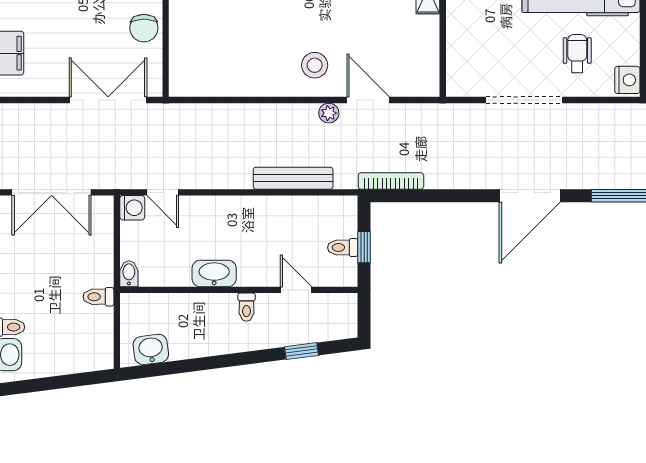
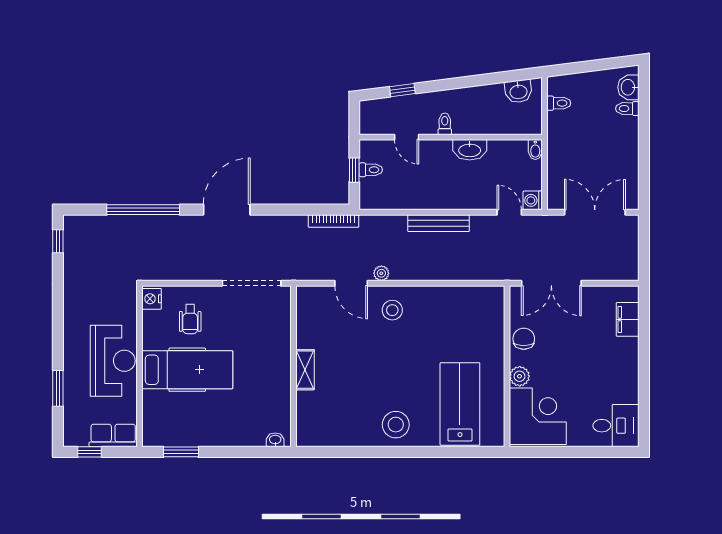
doorway: (524, 100) -> (252, 283), moved
bench: (293, 178) -> (439, 223), moved
toilet: (98, 297) -> (559, 103), moved

